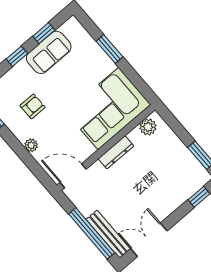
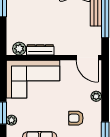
plant: (95, 49) -> (11, 120), added
dresser: (116, 152) -> (40, 50), moved

